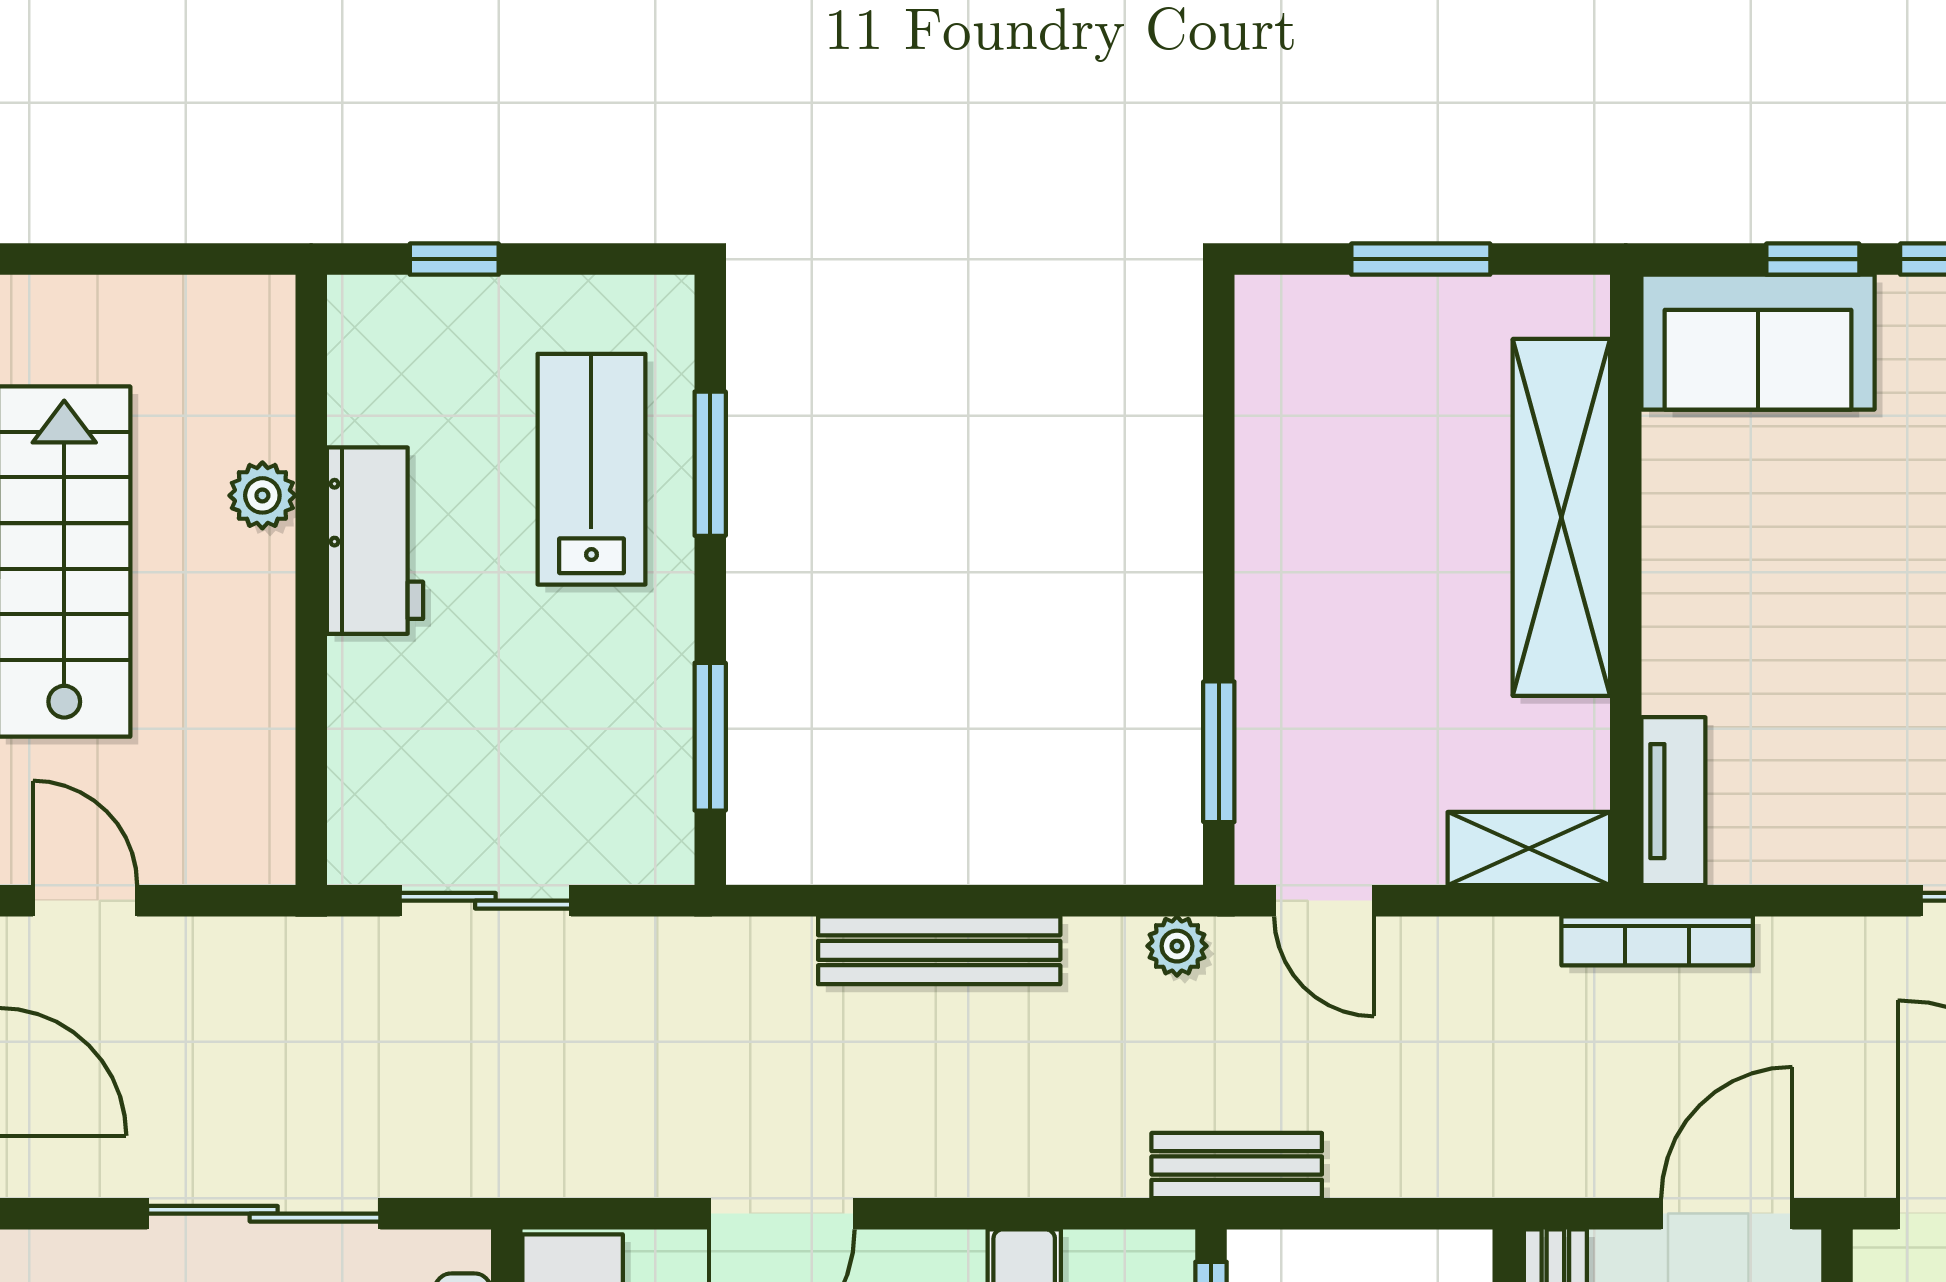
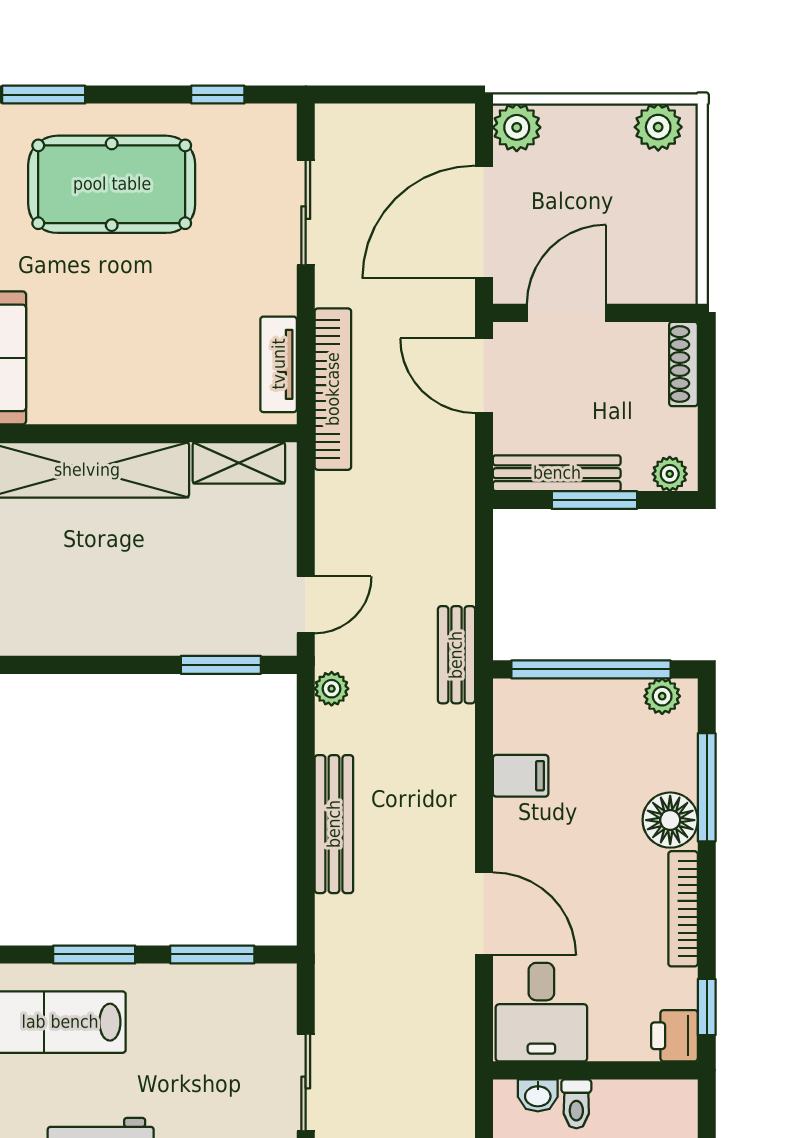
window: (710, 464) -> (94, 954), moved
tv unit: (1673, 801) -> (279, 364), moved, turned -90
shelving: (1529, 849) -> (239, 463), moved, turned 90
bookcase: (1657, 941) -> (333, 389), width x1.48, depth x1.31

